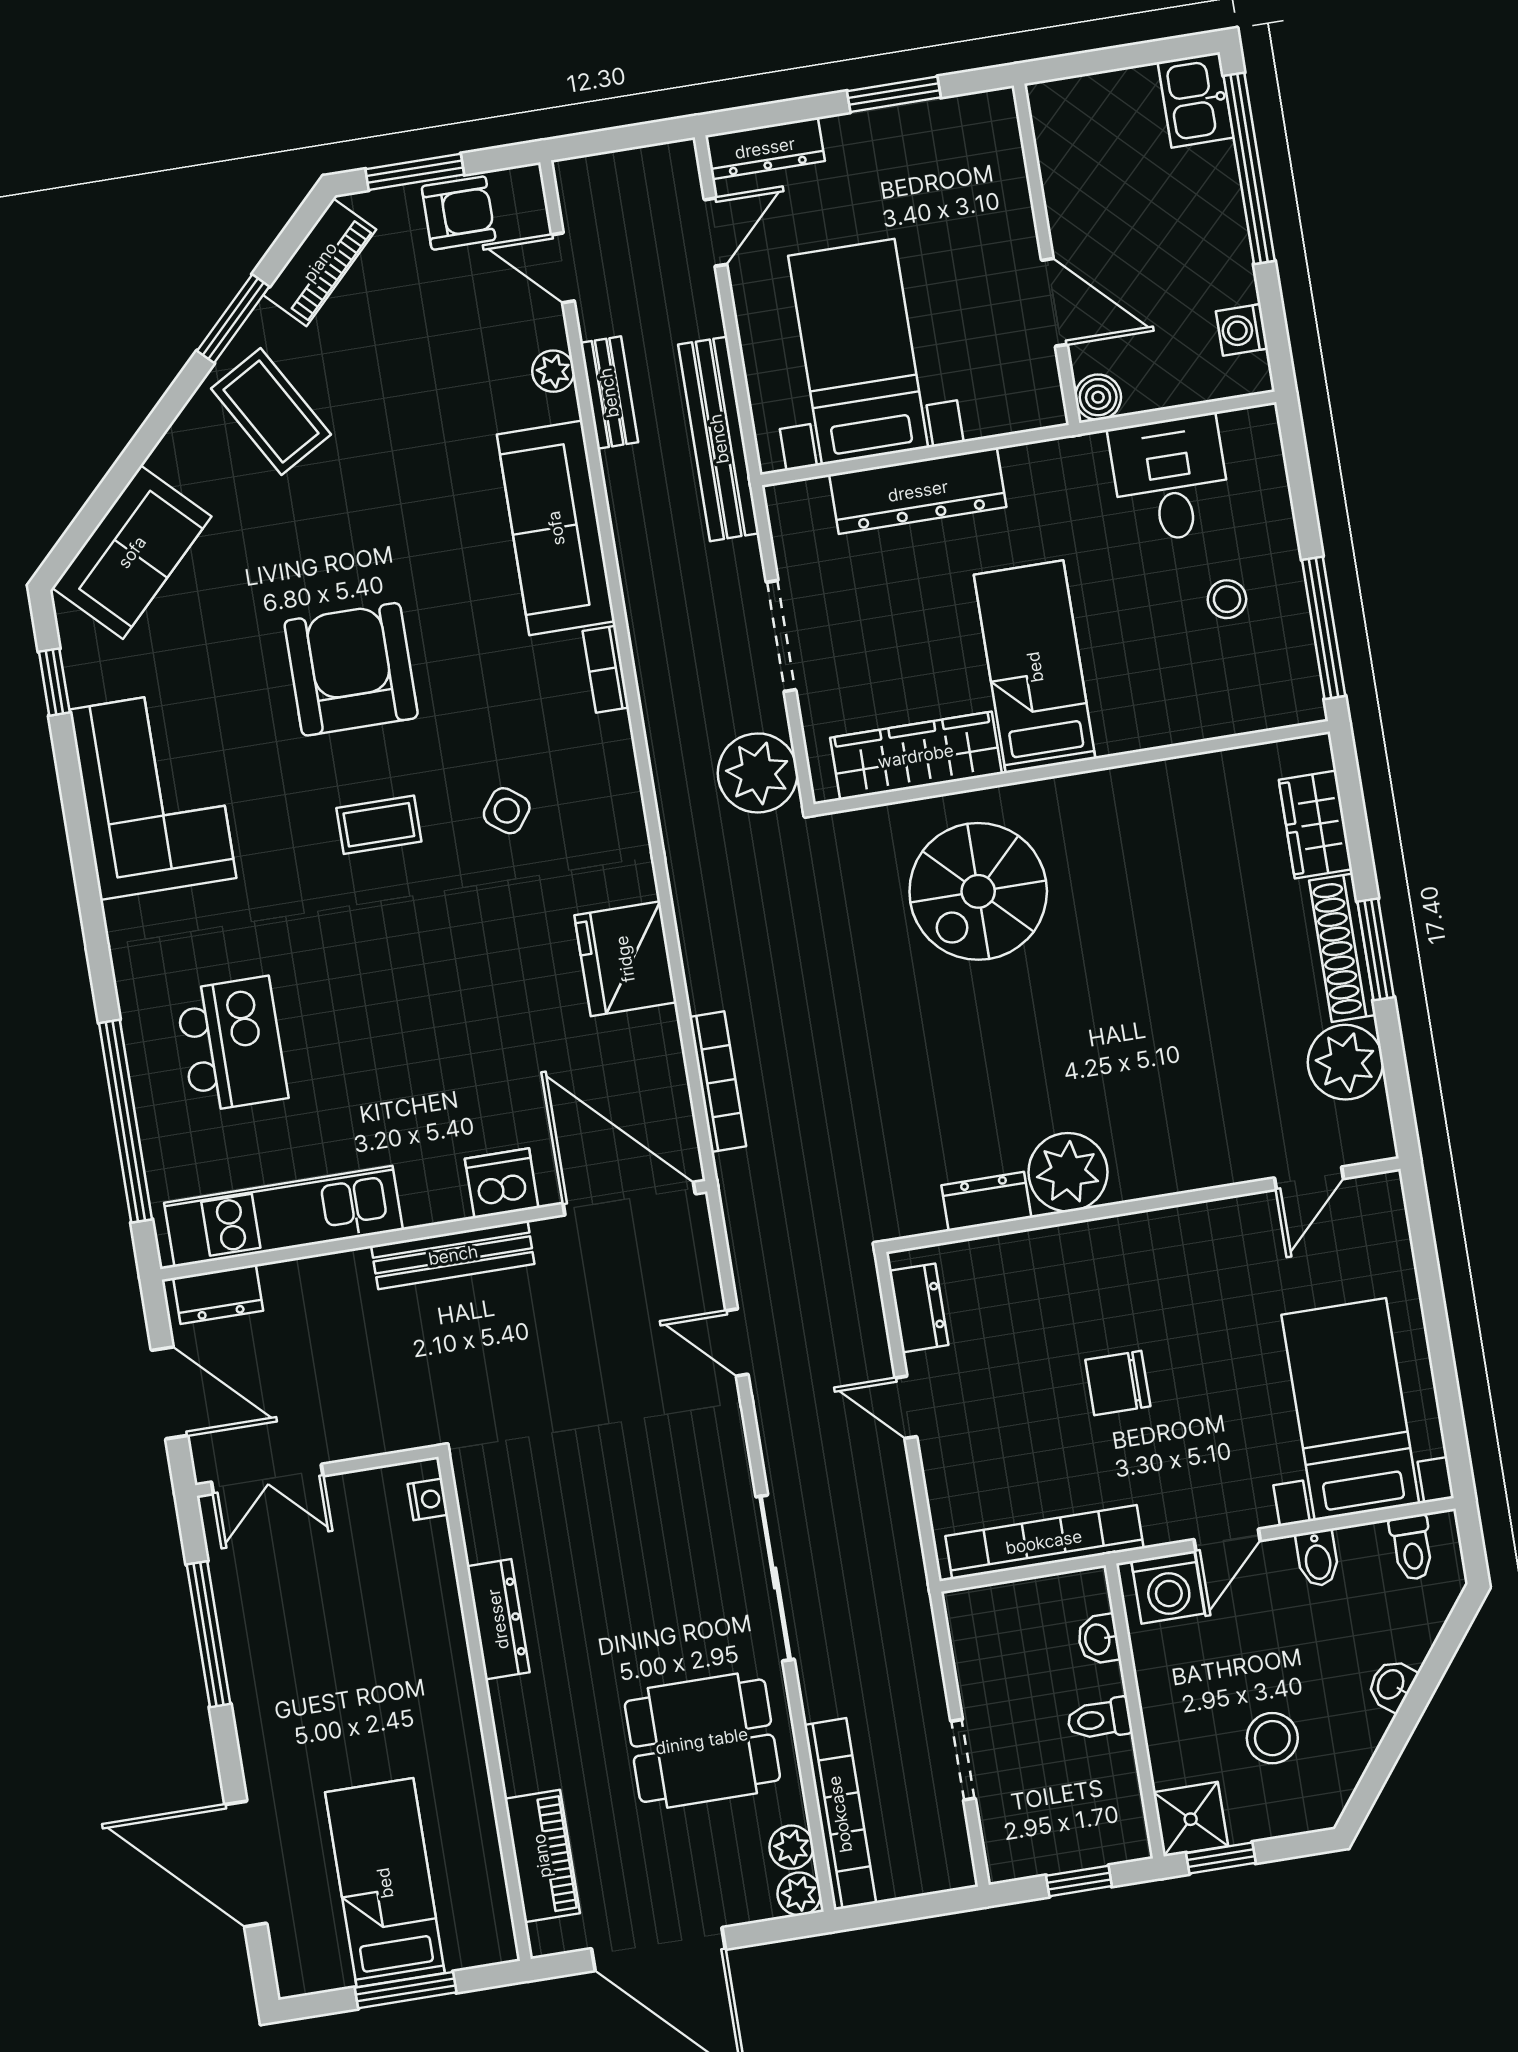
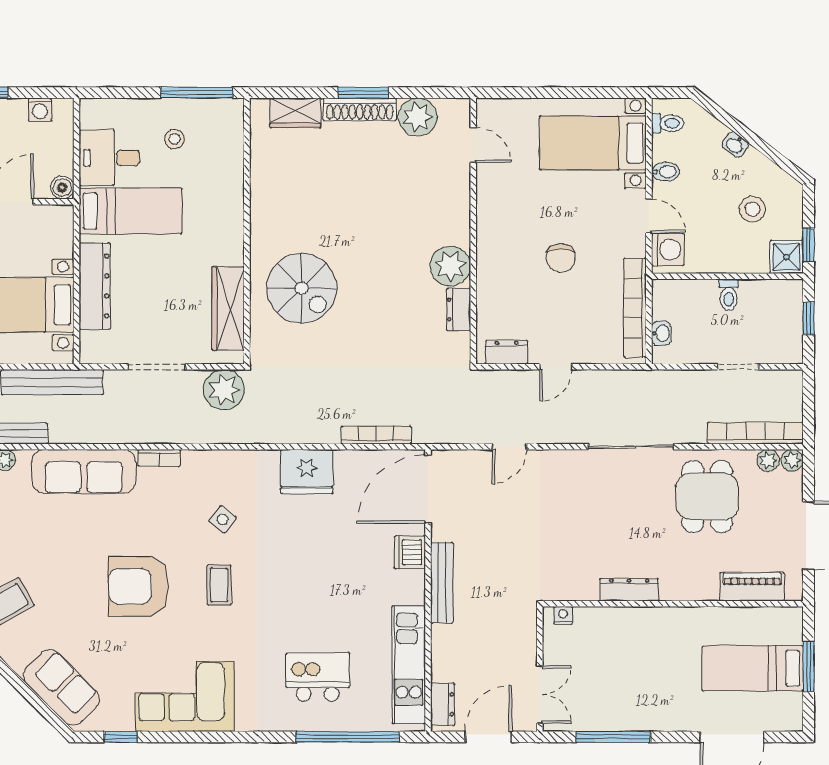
bed: (1035, 667) -> (131, 211), moved, turned 180
washbasin: (1098, 1639) -> (661, 333), moved, turned -90

